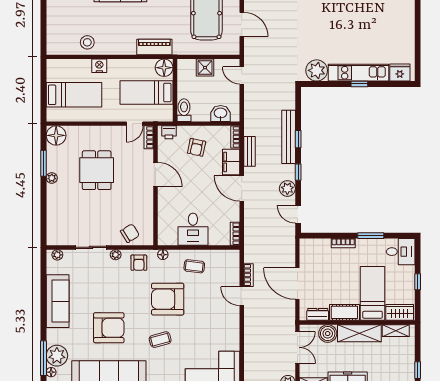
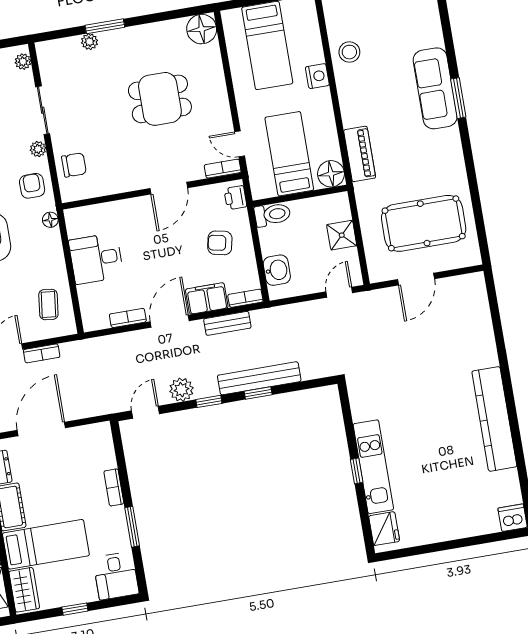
plant: (317, 70) -> (366, 403), removed
window: (44, 163) -> (105, 26), moved
plant: (52, 178) -> (90, 42), moved
chair: (130, 233) -> (74, 165), turned -58
bookcase: (235, 234) -> (128, 318), moved
armchair: (139, 263) -> (32, 186), turned 90
coffee table: (194, 266) -> (48, 304), moved

